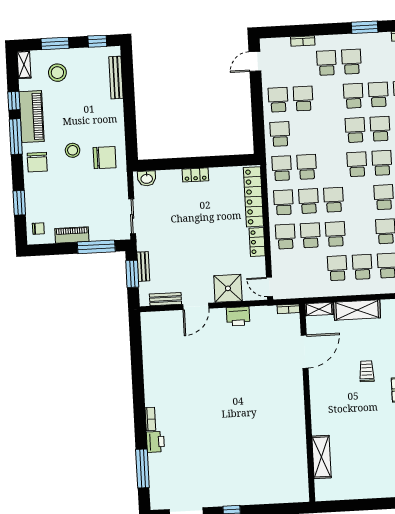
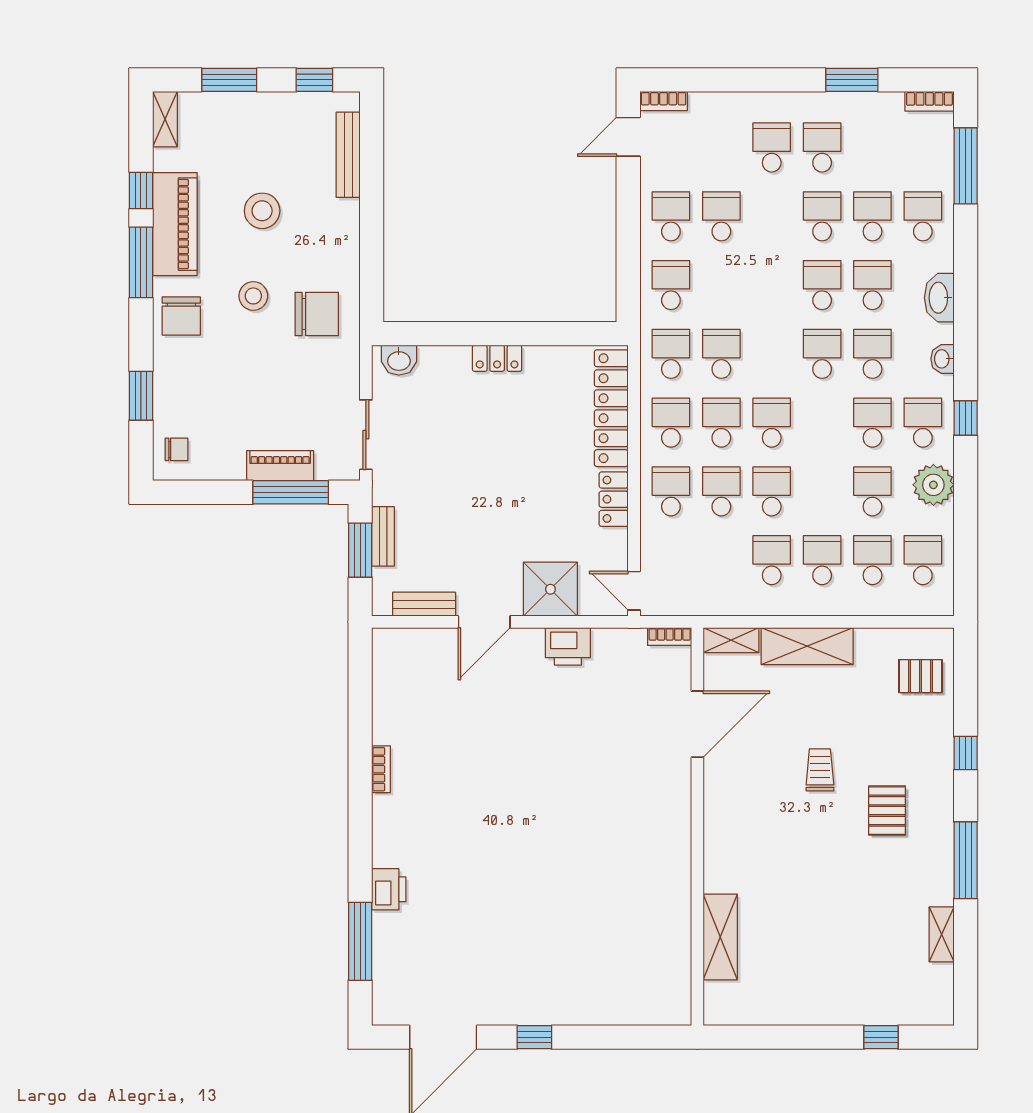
bookcase: (303, 41) -> (664, 101), moved
stool: (57, 73) -> (262, 211), moved
piano: (72, 235) -> (280, 466), moved
bookcase: (150, 419) -> (381, 769), moved

